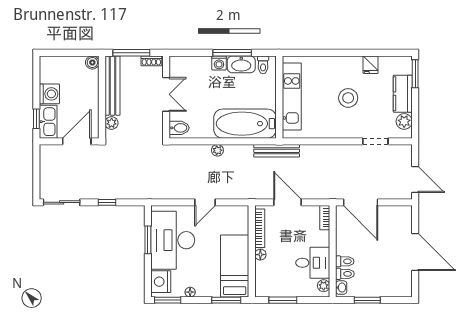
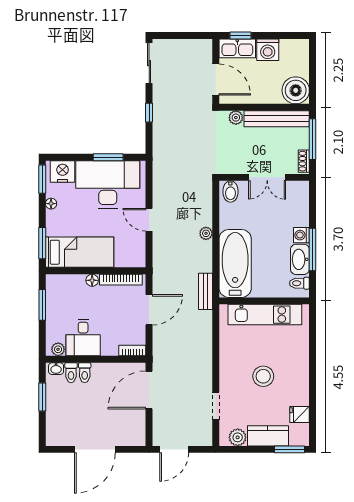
boiler: (92, 62) -> (296, 90), width x1.86, depth x1.86
fridge: (371, 65) -> (300, 415), moved
bench: (277, 151) -> (205, 291), width x0.73

